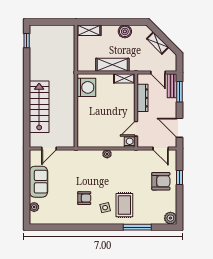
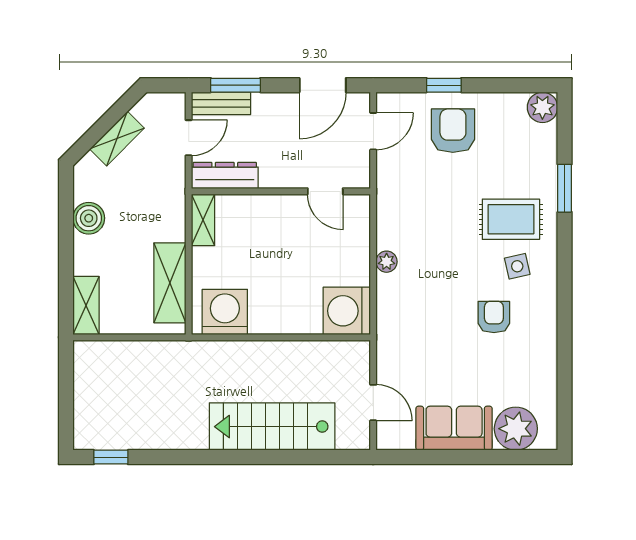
shelving: (112, 65) -> (170, 283), moved
dresser: (142, 98) -> (225, 175), moved
washing machine: (130, 142) -> (347, 311), moved, width x1.89, depth x1.89
plant: (34, 207) -> (516, 429), width x1.87, depth x1.87
window: (137, 227) -> (565, 188), width x0.69

